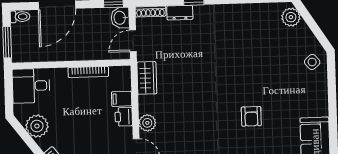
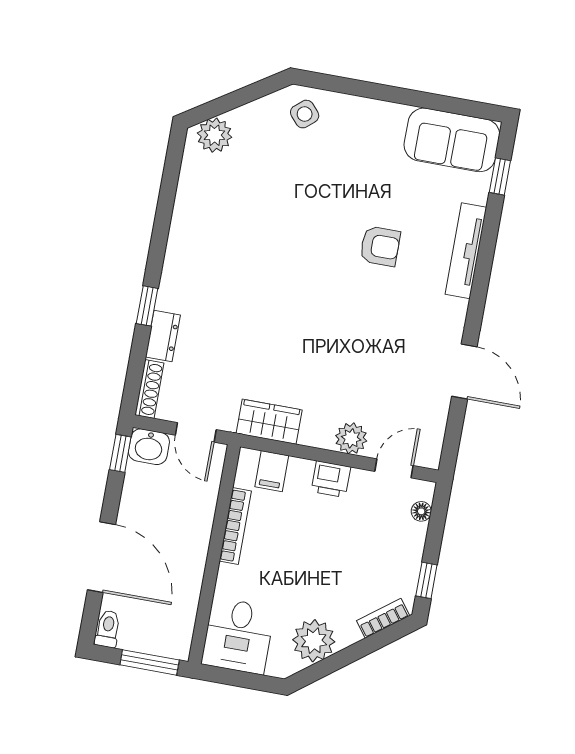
filing cabinet: (122, 99) -> (272, 471), moved

